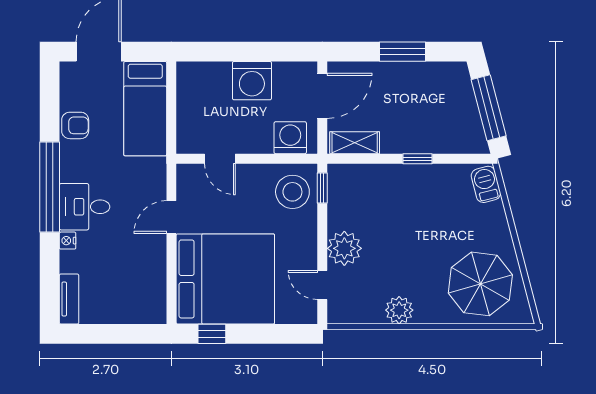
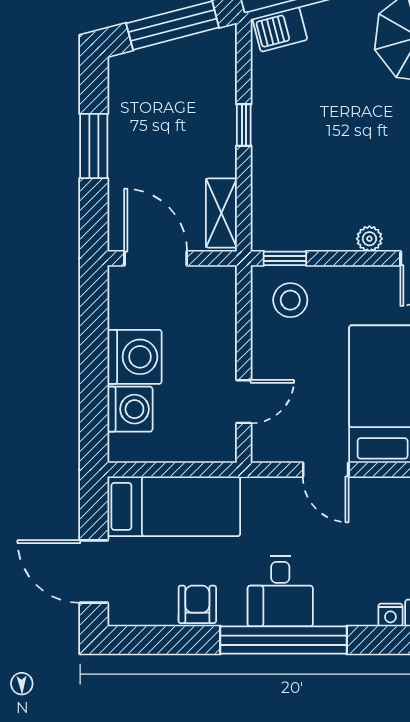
washing machine: (290, 138) -> (130, 409), moved, turned 180
stool: (292, 192) -> (290, 300), width x0.73, depth x0.73
desk: (85, 207) -> (280, 591), moved
nightstand: (68, 241) -> (390, 615), moved
plant: (344, 248) -> (369, 239), width x0.53, depth x0.53

